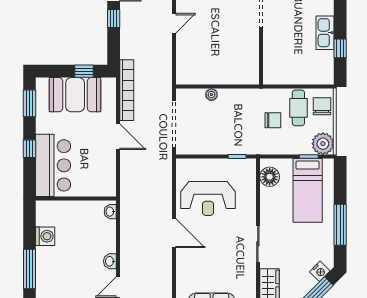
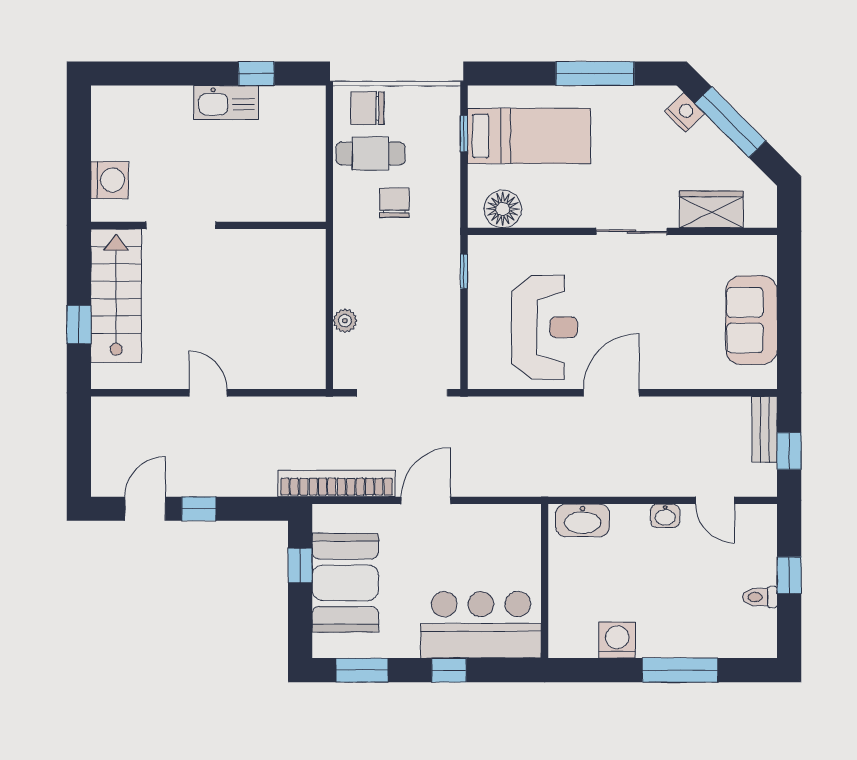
plant: (323, 144) -> (439, 107), removed
washbasin: (110, 212) -> (583, 520), width x1.91, depth x1.45

